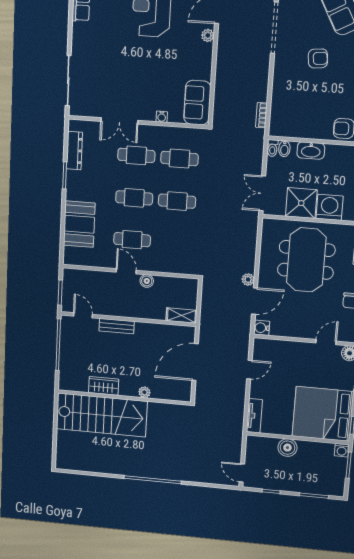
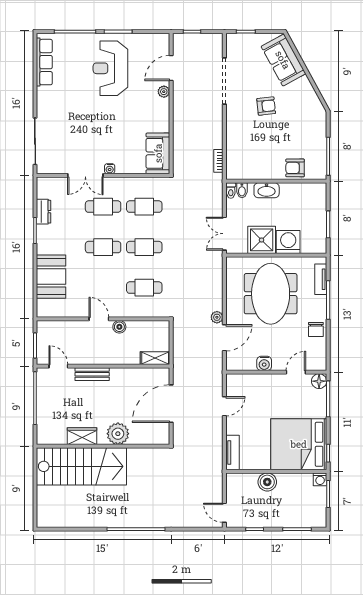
water cooler: (162, 117) -> (110, 169), moved
dresser: (74, 151) -> (44, 212), width x0.70
cafe table: (132, 240) -> (144, 288), moved
water cooler: (262, 328) -> (264, 363), moved, turned -90
plant: (144, 392) -> (118, 434), width x1.88, depth x1.88

